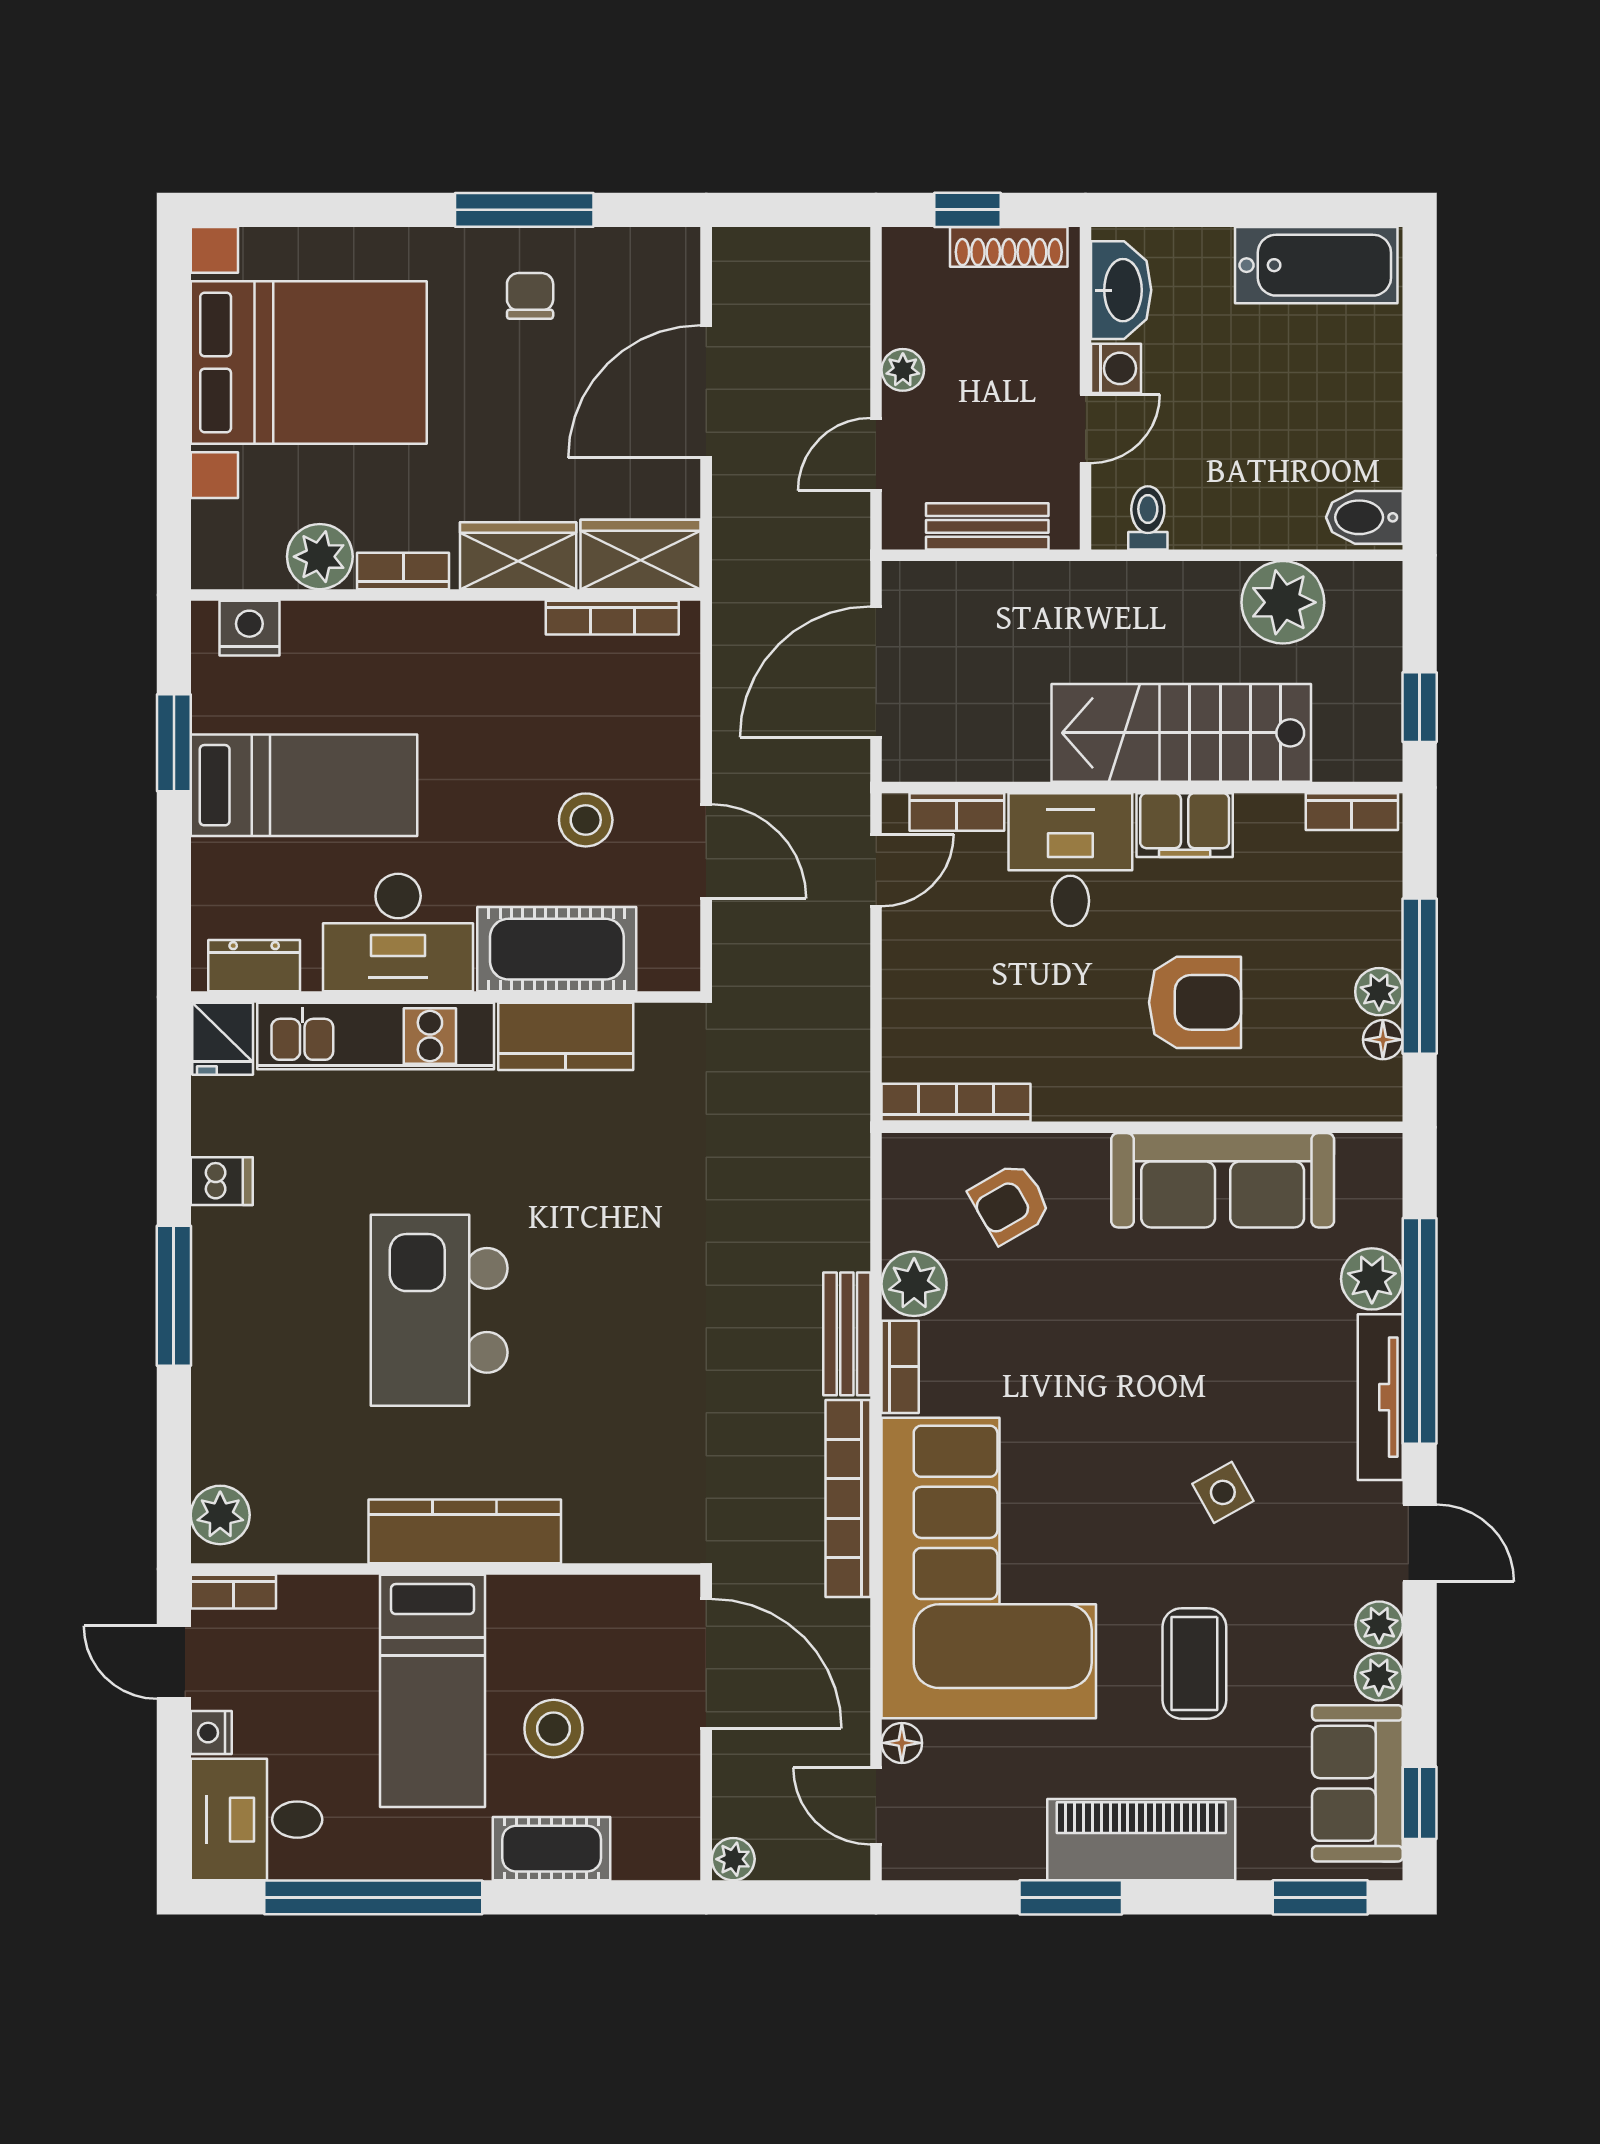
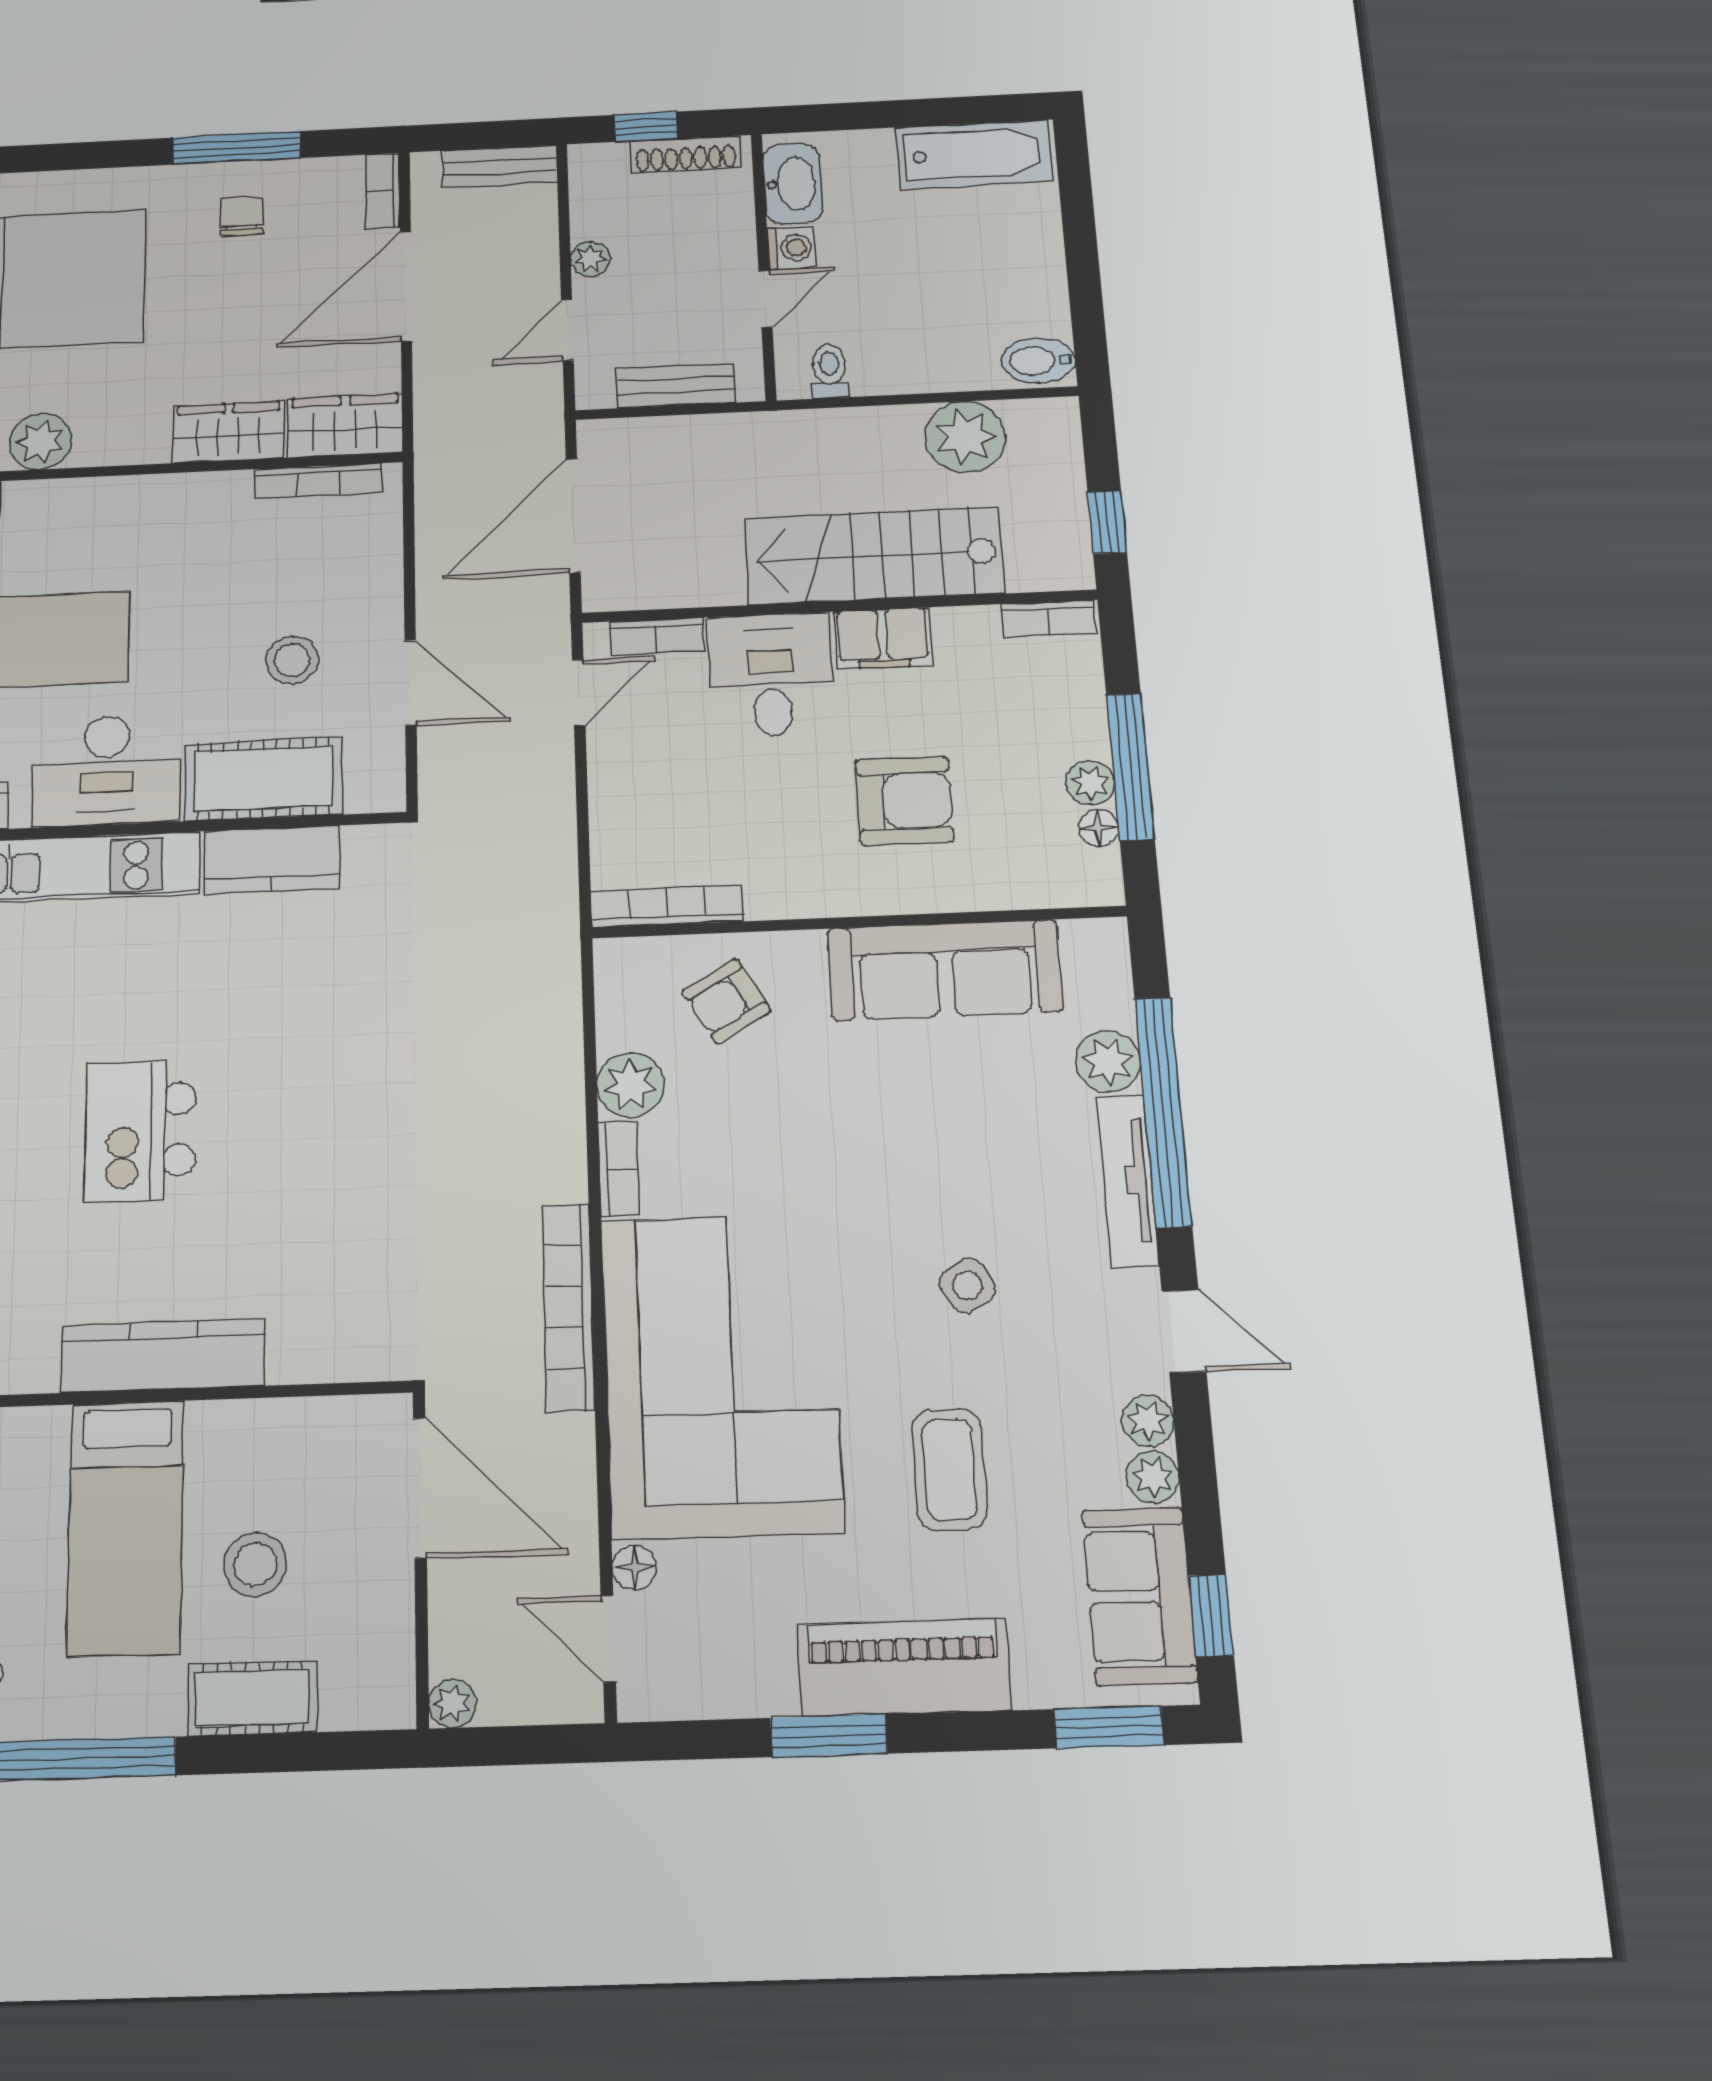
bookcase: (403, 571) -> (383, 191), moved, turned -90
kitchen island: (439, 1310) -> (140, 1131), width x0.73, depth x0.78
bench: (847, 1334) -> (500, 167), moved, turned 90

